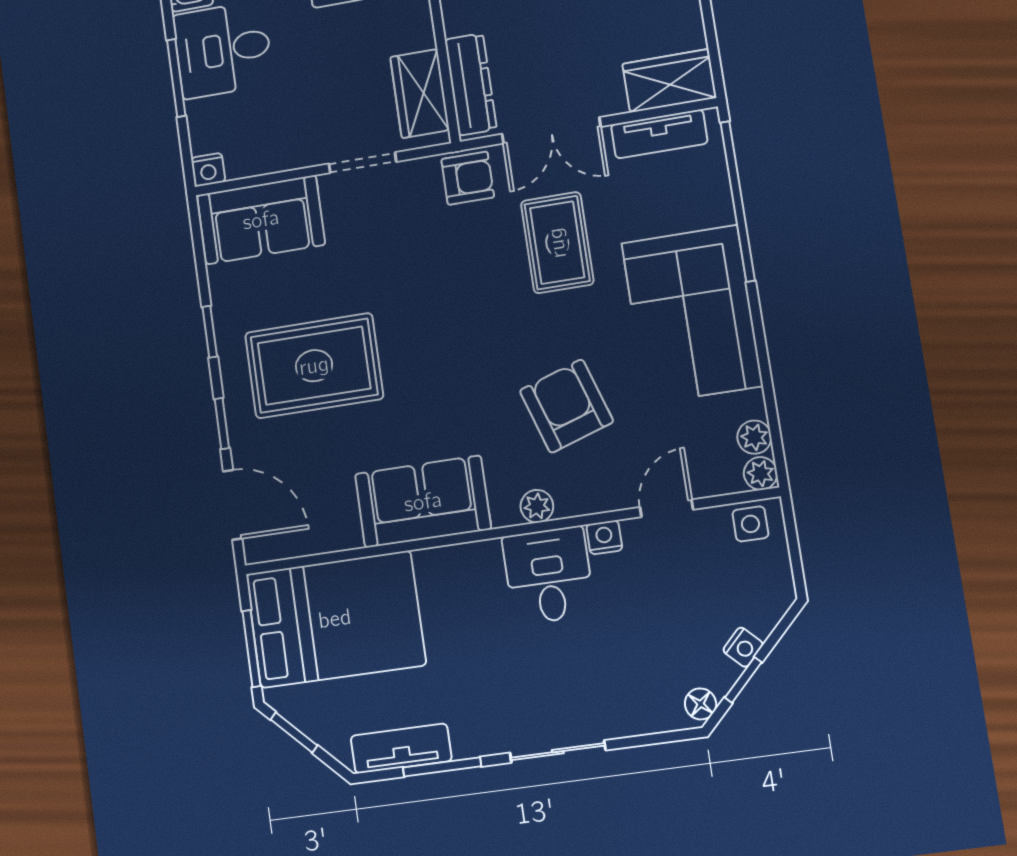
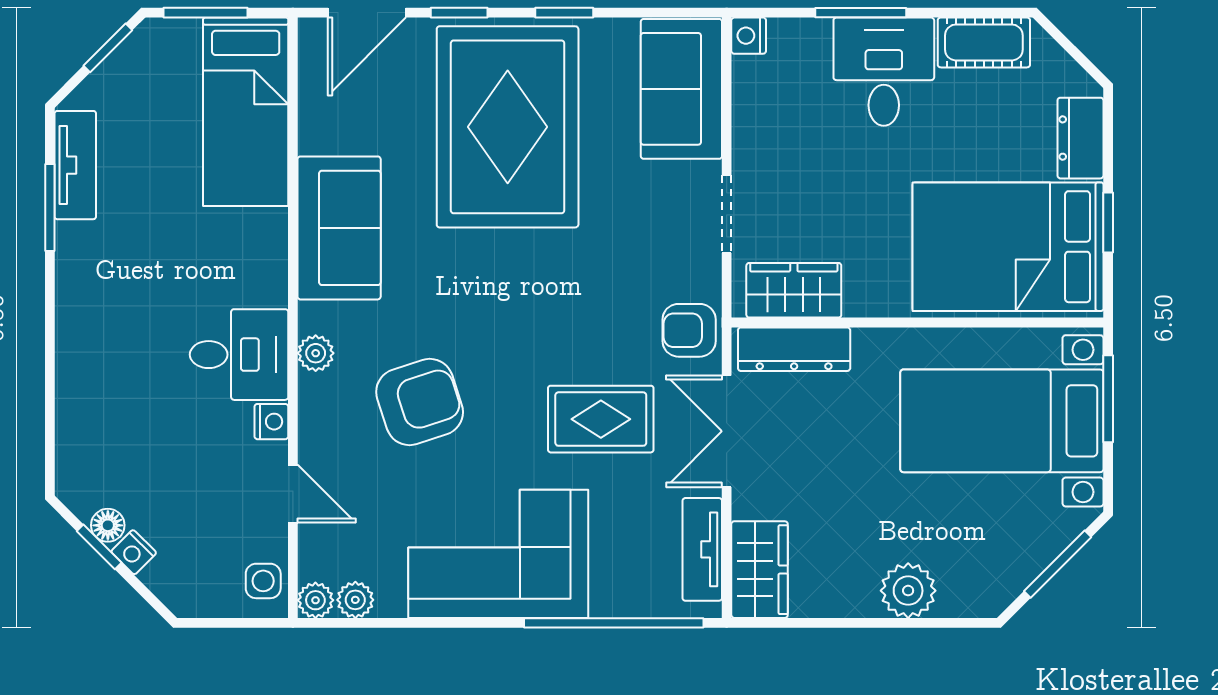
armchair: (468, 178) -> (689, 330), turned 90
rug: (314, 366) -> (508, 127), width x1.37, depth x1.44
bed: (335, 619) -> (246, 112), width x0.67
floor lamp: (701, 704) -> (108, 525), moved
sliding door: (558, 752) -> (50, 336), removed

